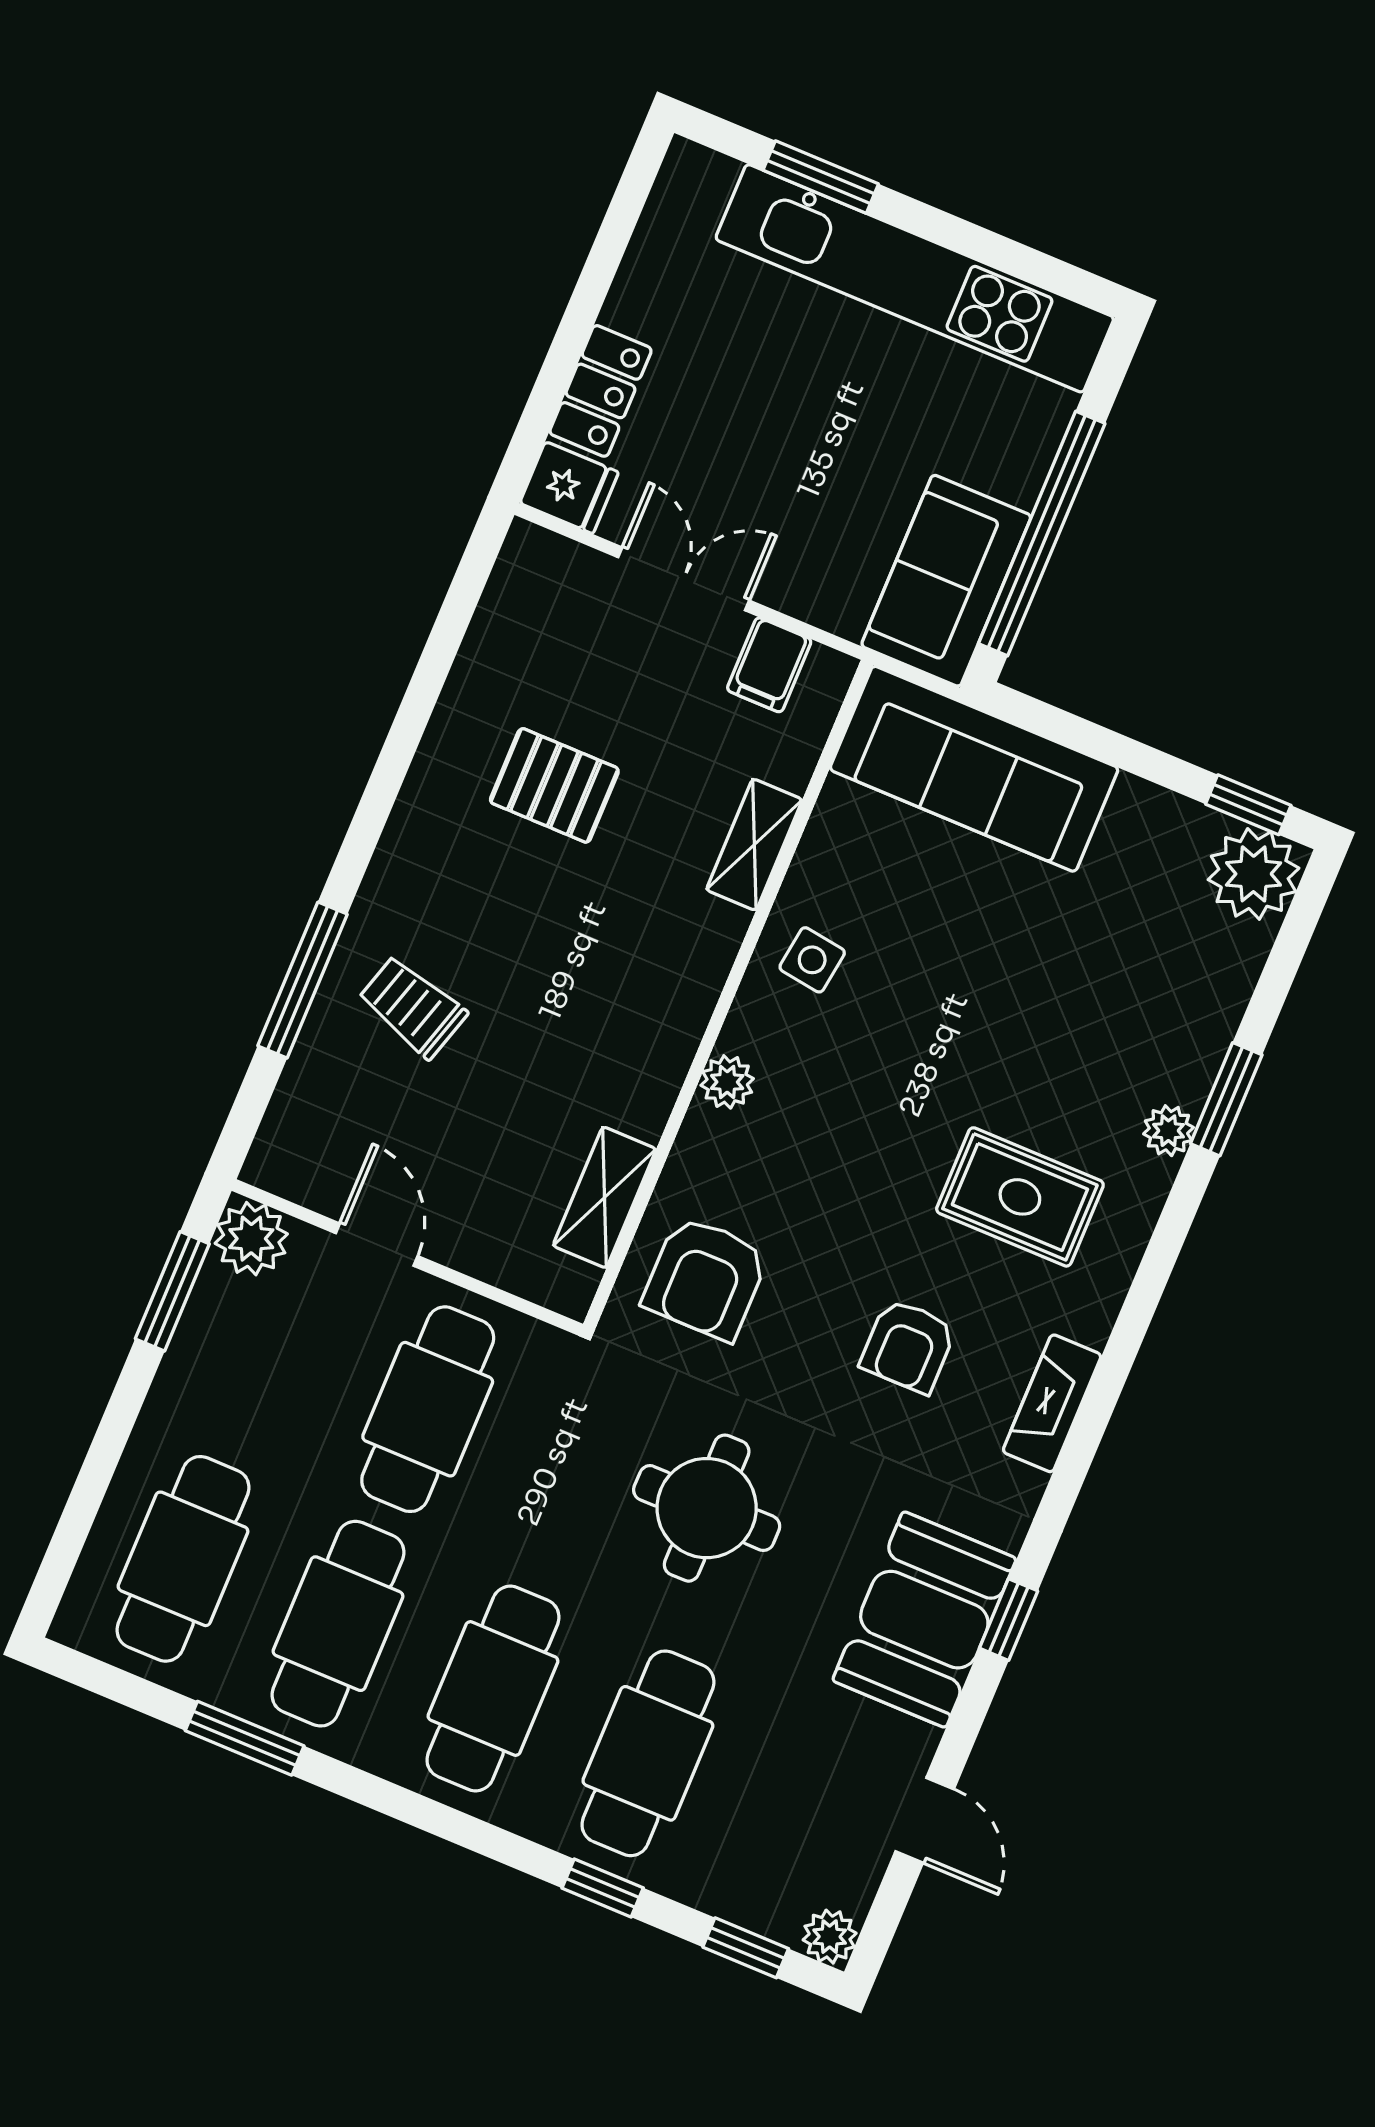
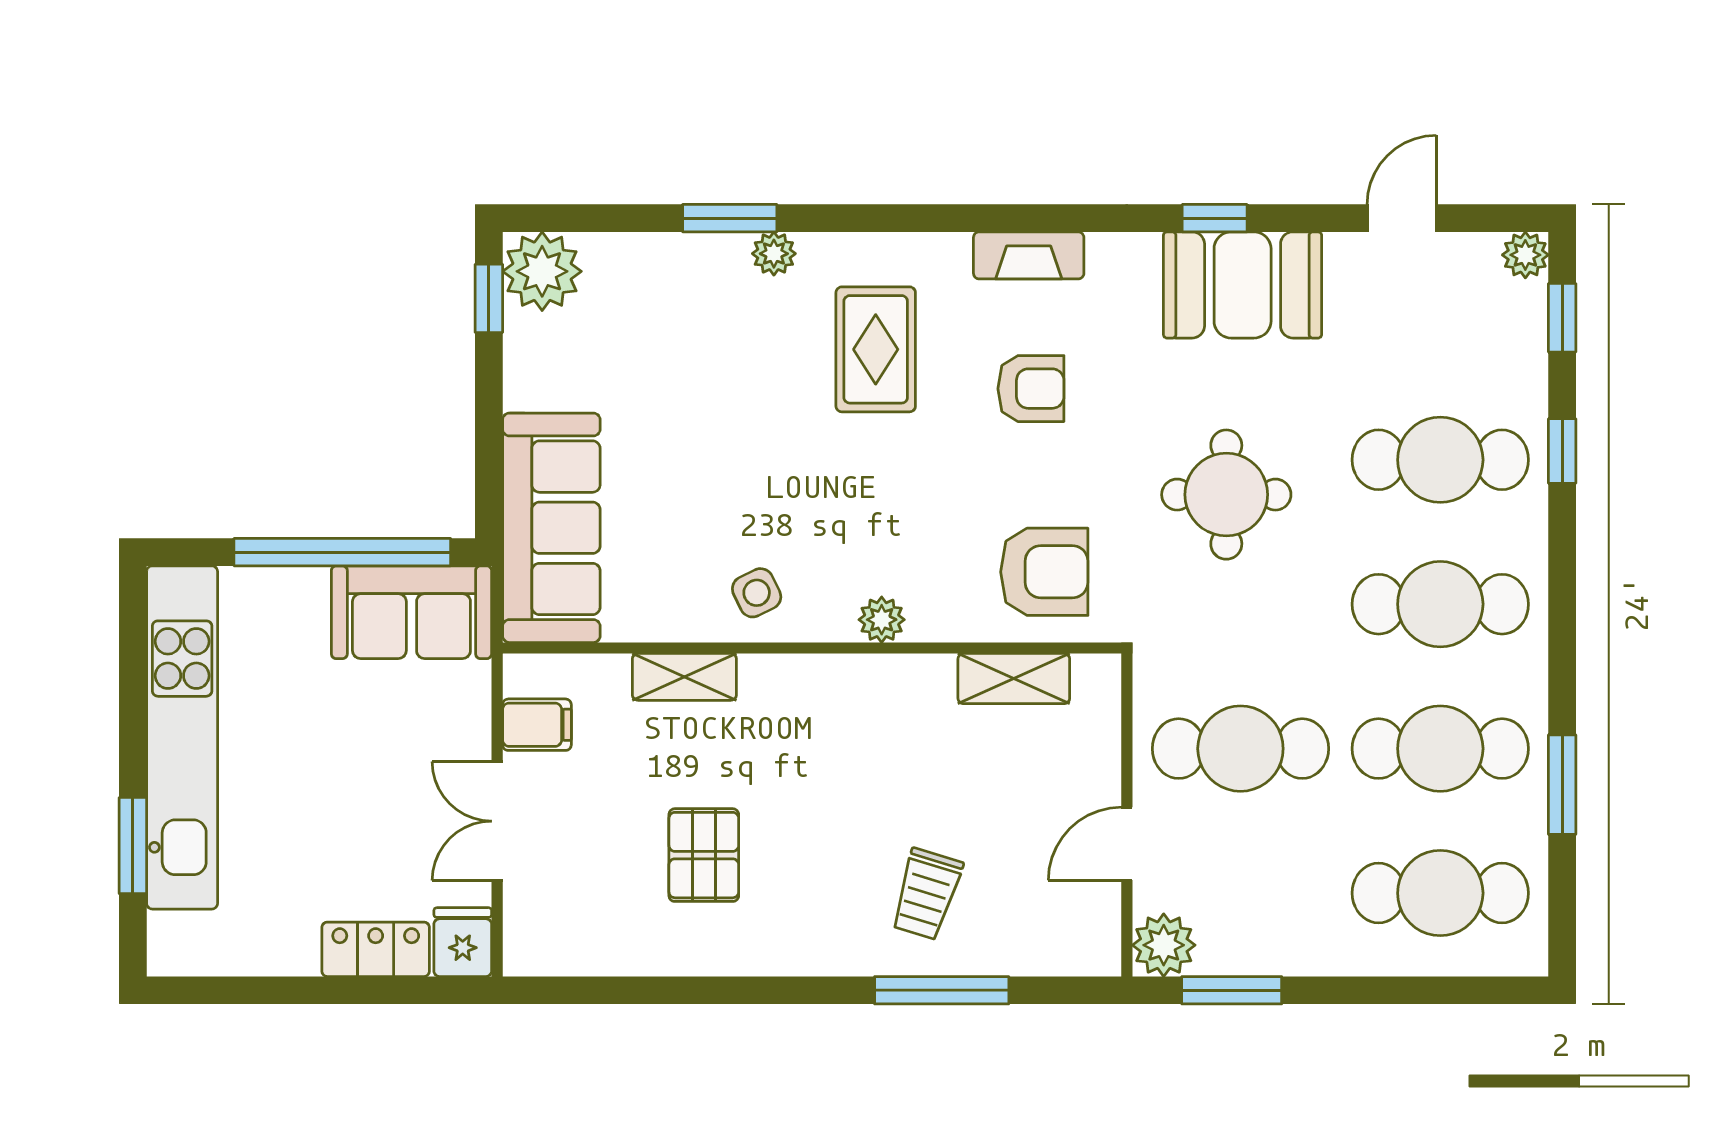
side table: (812, 960) -> (757, 593), turned -34

